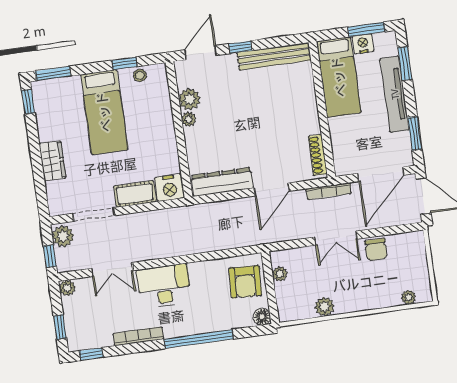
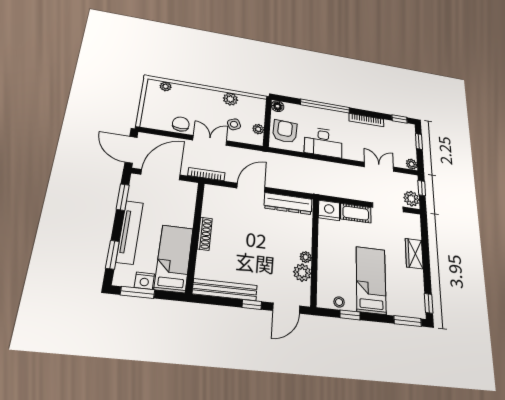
shoe rack: (318, 155) -> (205, 234), moved
side table: (312, 271) -> (234, 124), added
desk: (164, 286) -> (323, 142), moved

